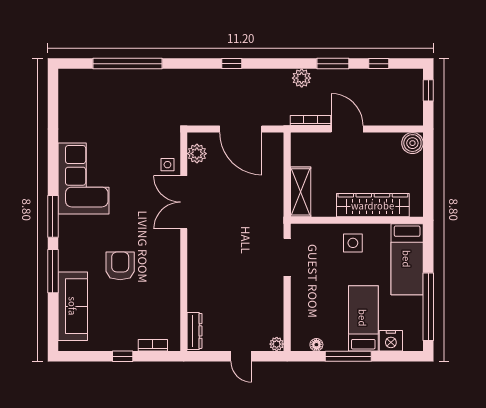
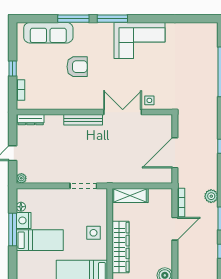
plant: (197, 154) -> (157, 121), removed
bench: (195, 257) -> (83, 120), added
nightstand: (391, 341) -> (24, 220), moved

